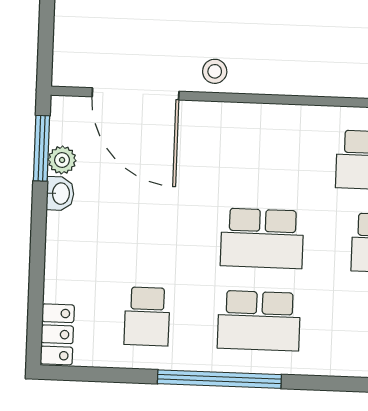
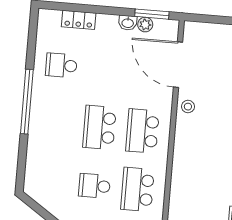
door: (136, 94) -> (178, 65), hinge flipped
school desk: (259, 321) -> (142, 131), moved
locker: (57, 334) -> (79, 20), moved

